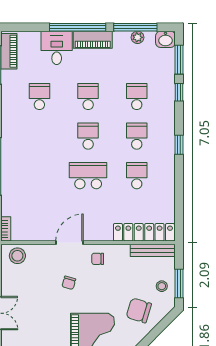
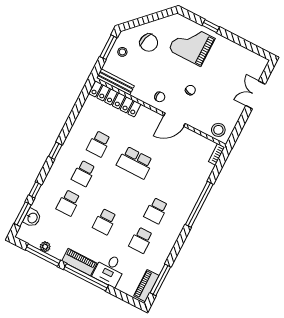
washbasin: (165, 39) -> (32, 218), moved, turned 90
school desk: (88, 136) -> (156, 211), moved

